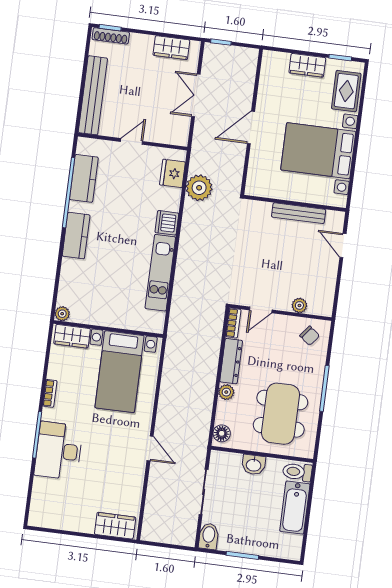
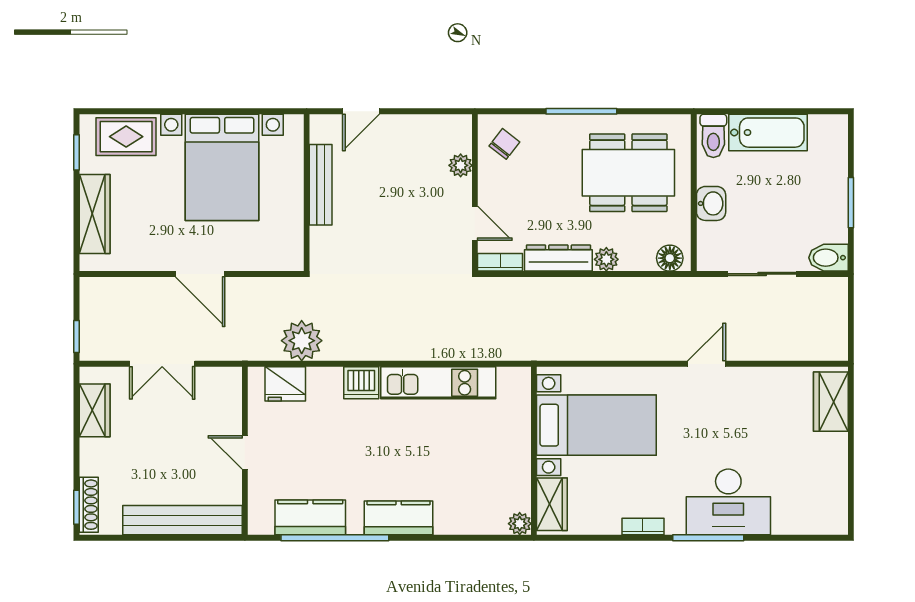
wardrobe: (307, 65) -> (95, 214), width x1.50

